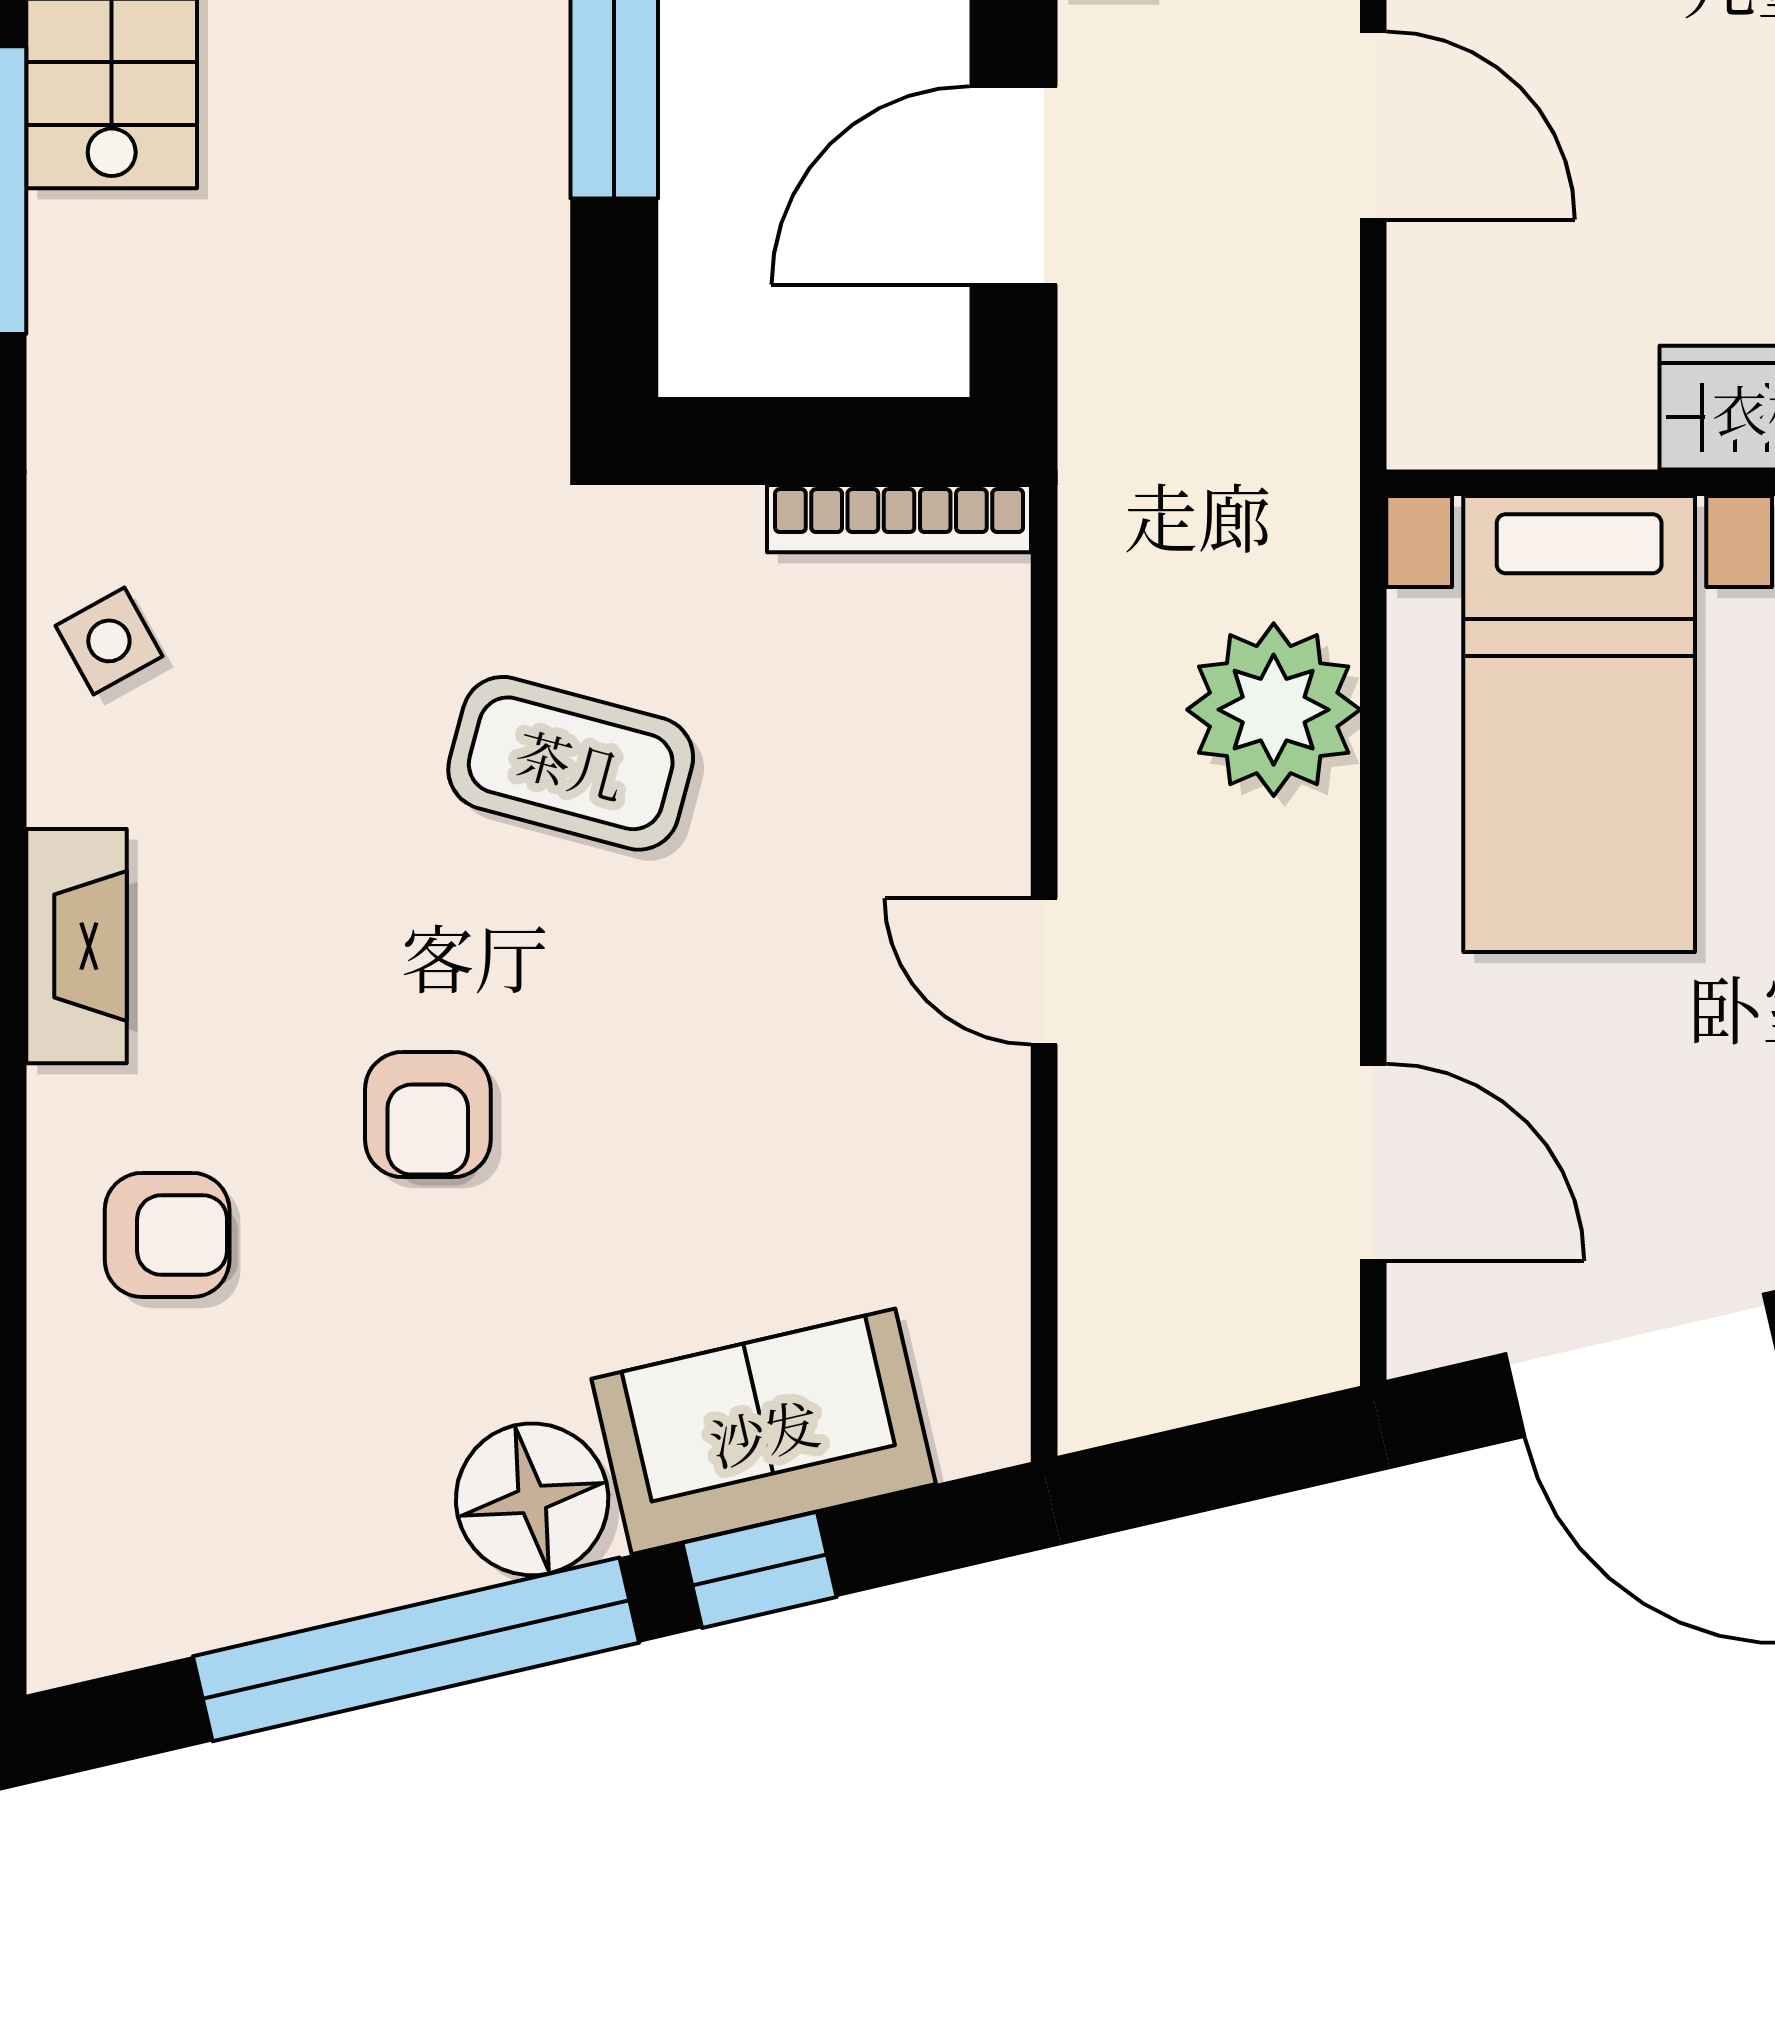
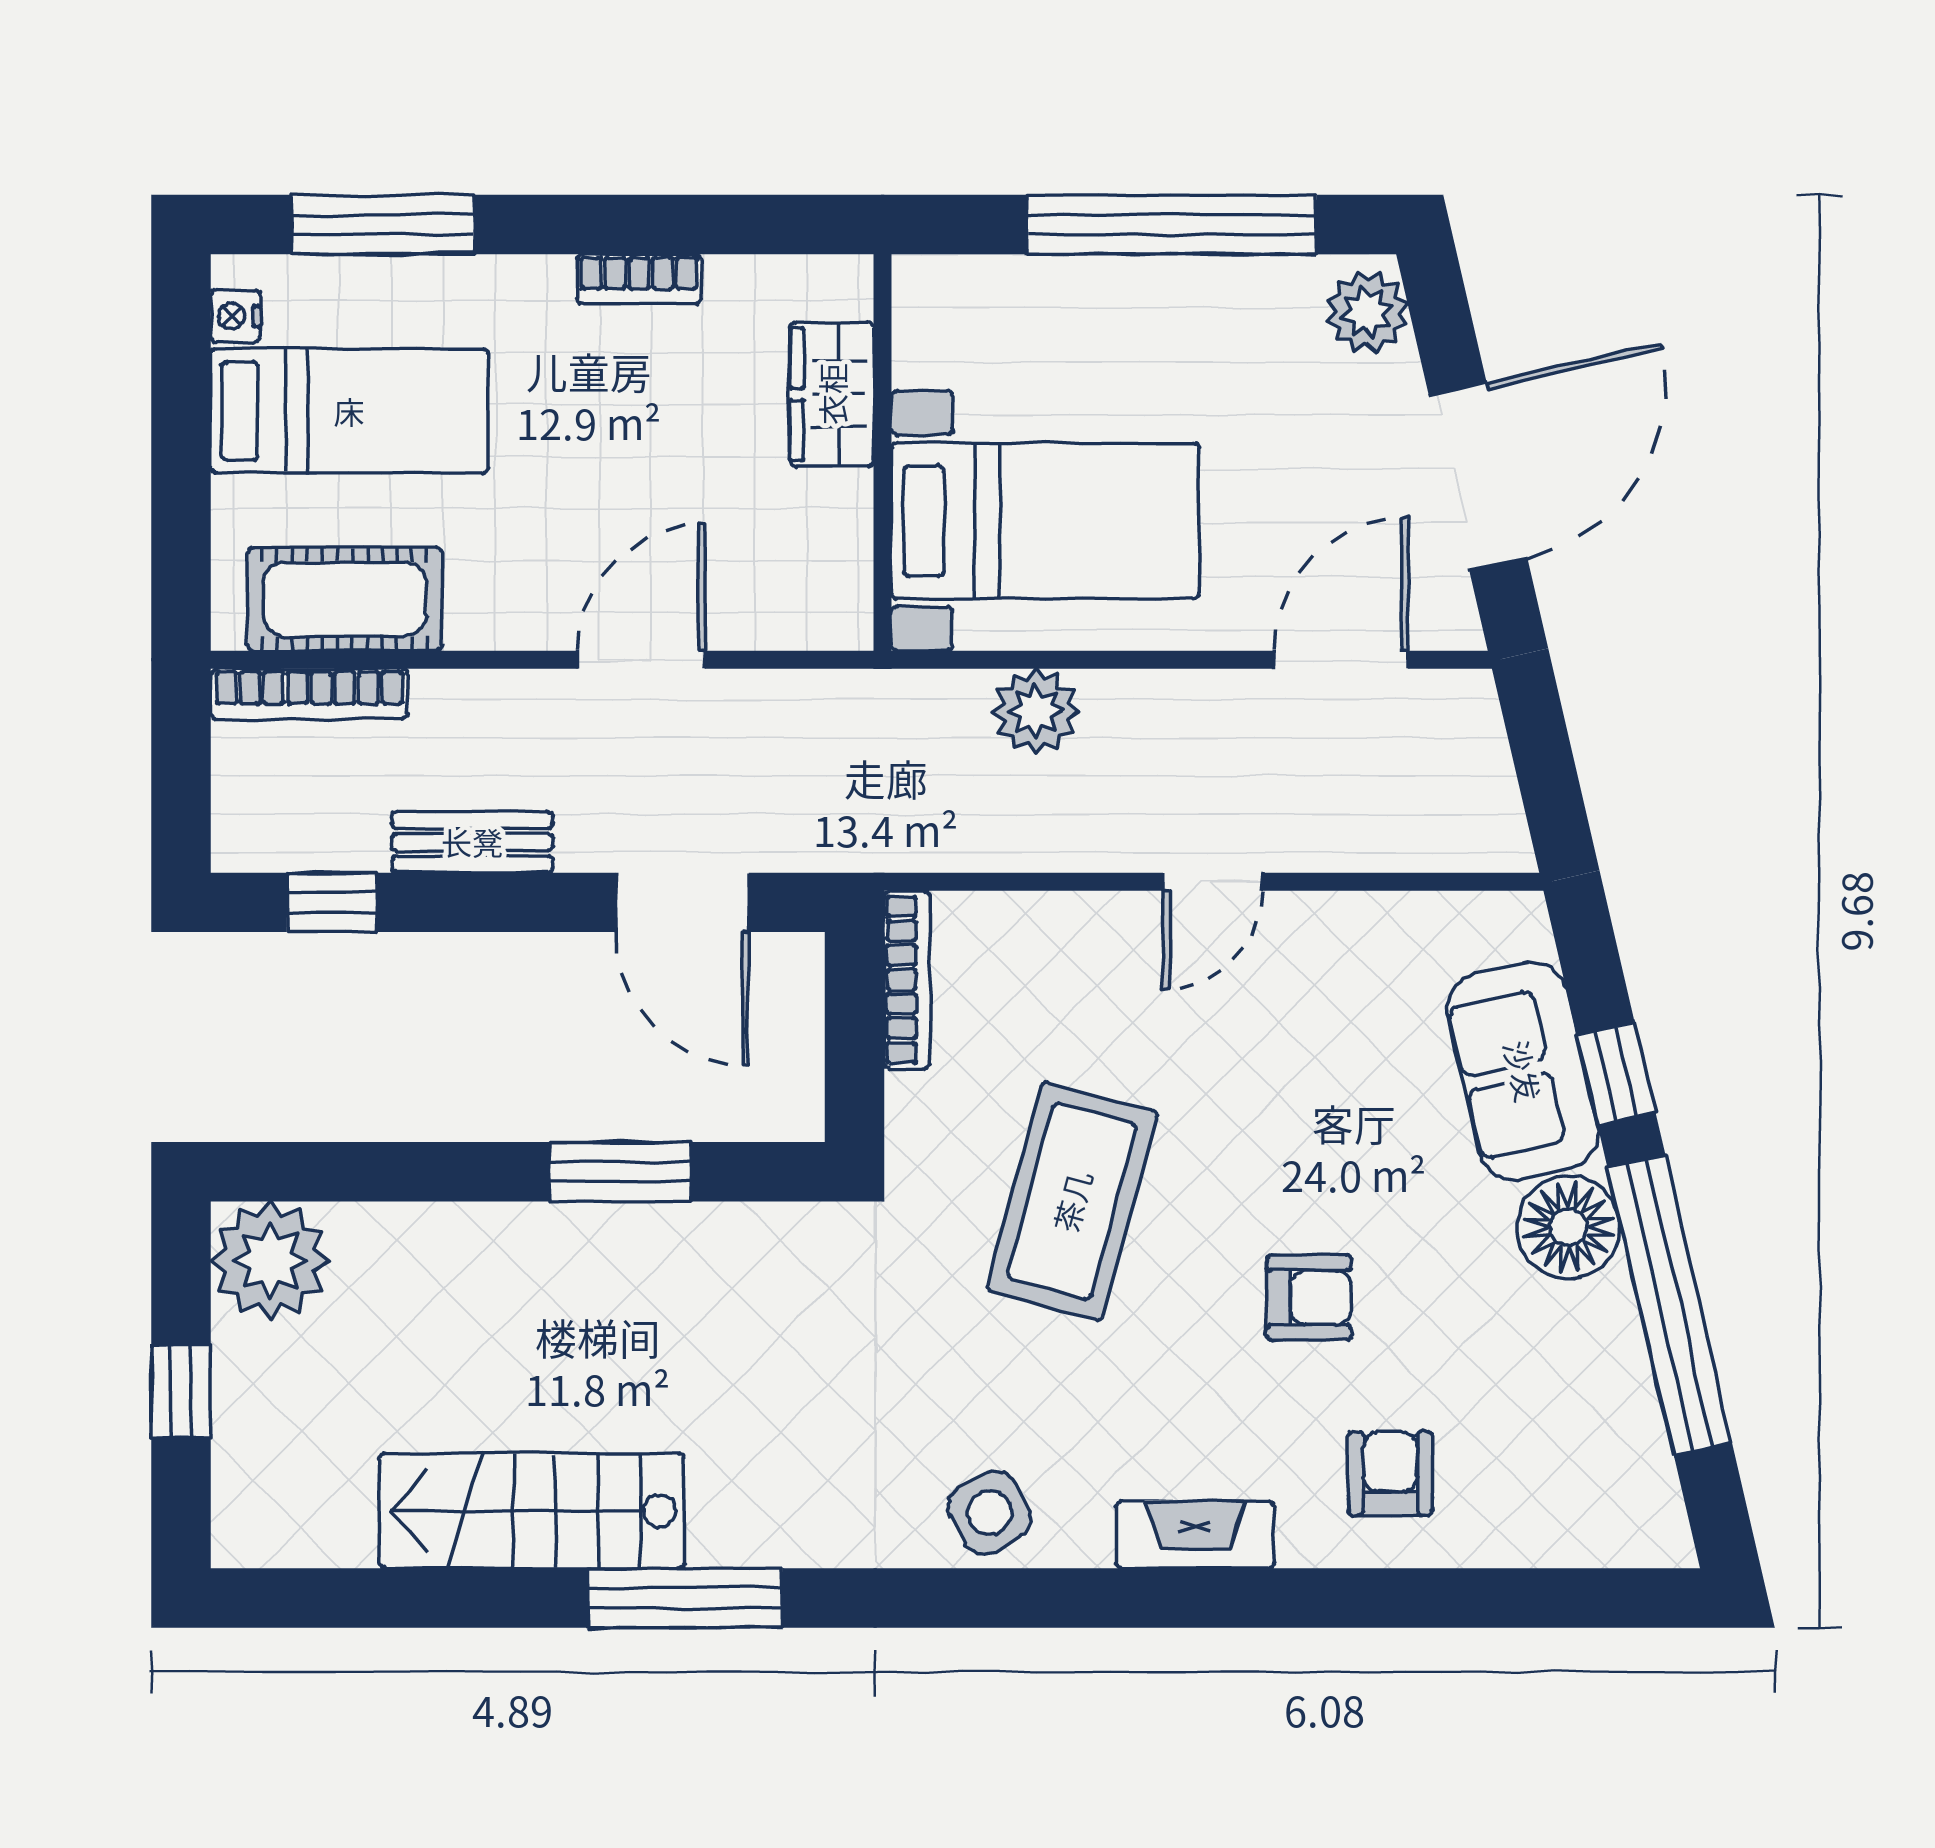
side table: (109, 641) -> (989, 1513), width x1.37, depth x1.37
plant: (1274, 710) -> (1036, 711), width x0.73, depth x0.73
coffee table: (571, 763) -> (1072, 1201), width x1.36, depth x1.32

